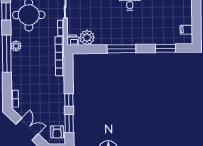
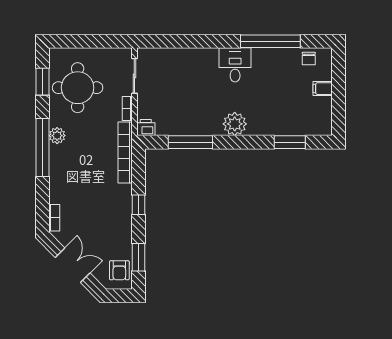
filing cabinet: (186, 30) -> (323, 89), moved
plant: (87, 38) -> (235, 124), moved
window: (121, 49) -> (190, 142), moved
window: (69, 100) -> (138, 205), moved

